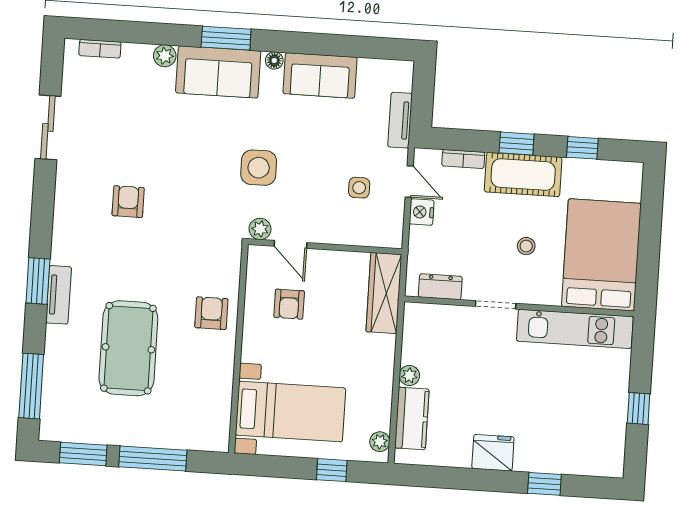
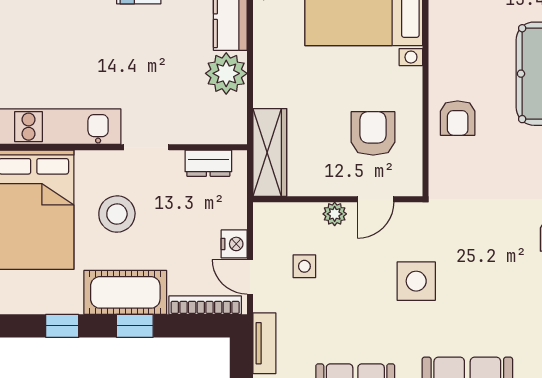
bookcase: (463, 159) -> (205, 305), width x1.56
plant: (260, 229) -> (335, 214), moved
door: (291, 244) -> (376, 199), swing flipped
stool: (526, 246) -> (117, 214), width x1.89, depth x1.89
armchair: (289, 304) -> (373, 133), width x1.38, depth x1.38
plant: (409, 375) -> (226, 73), width x1.88, depth x1.88

